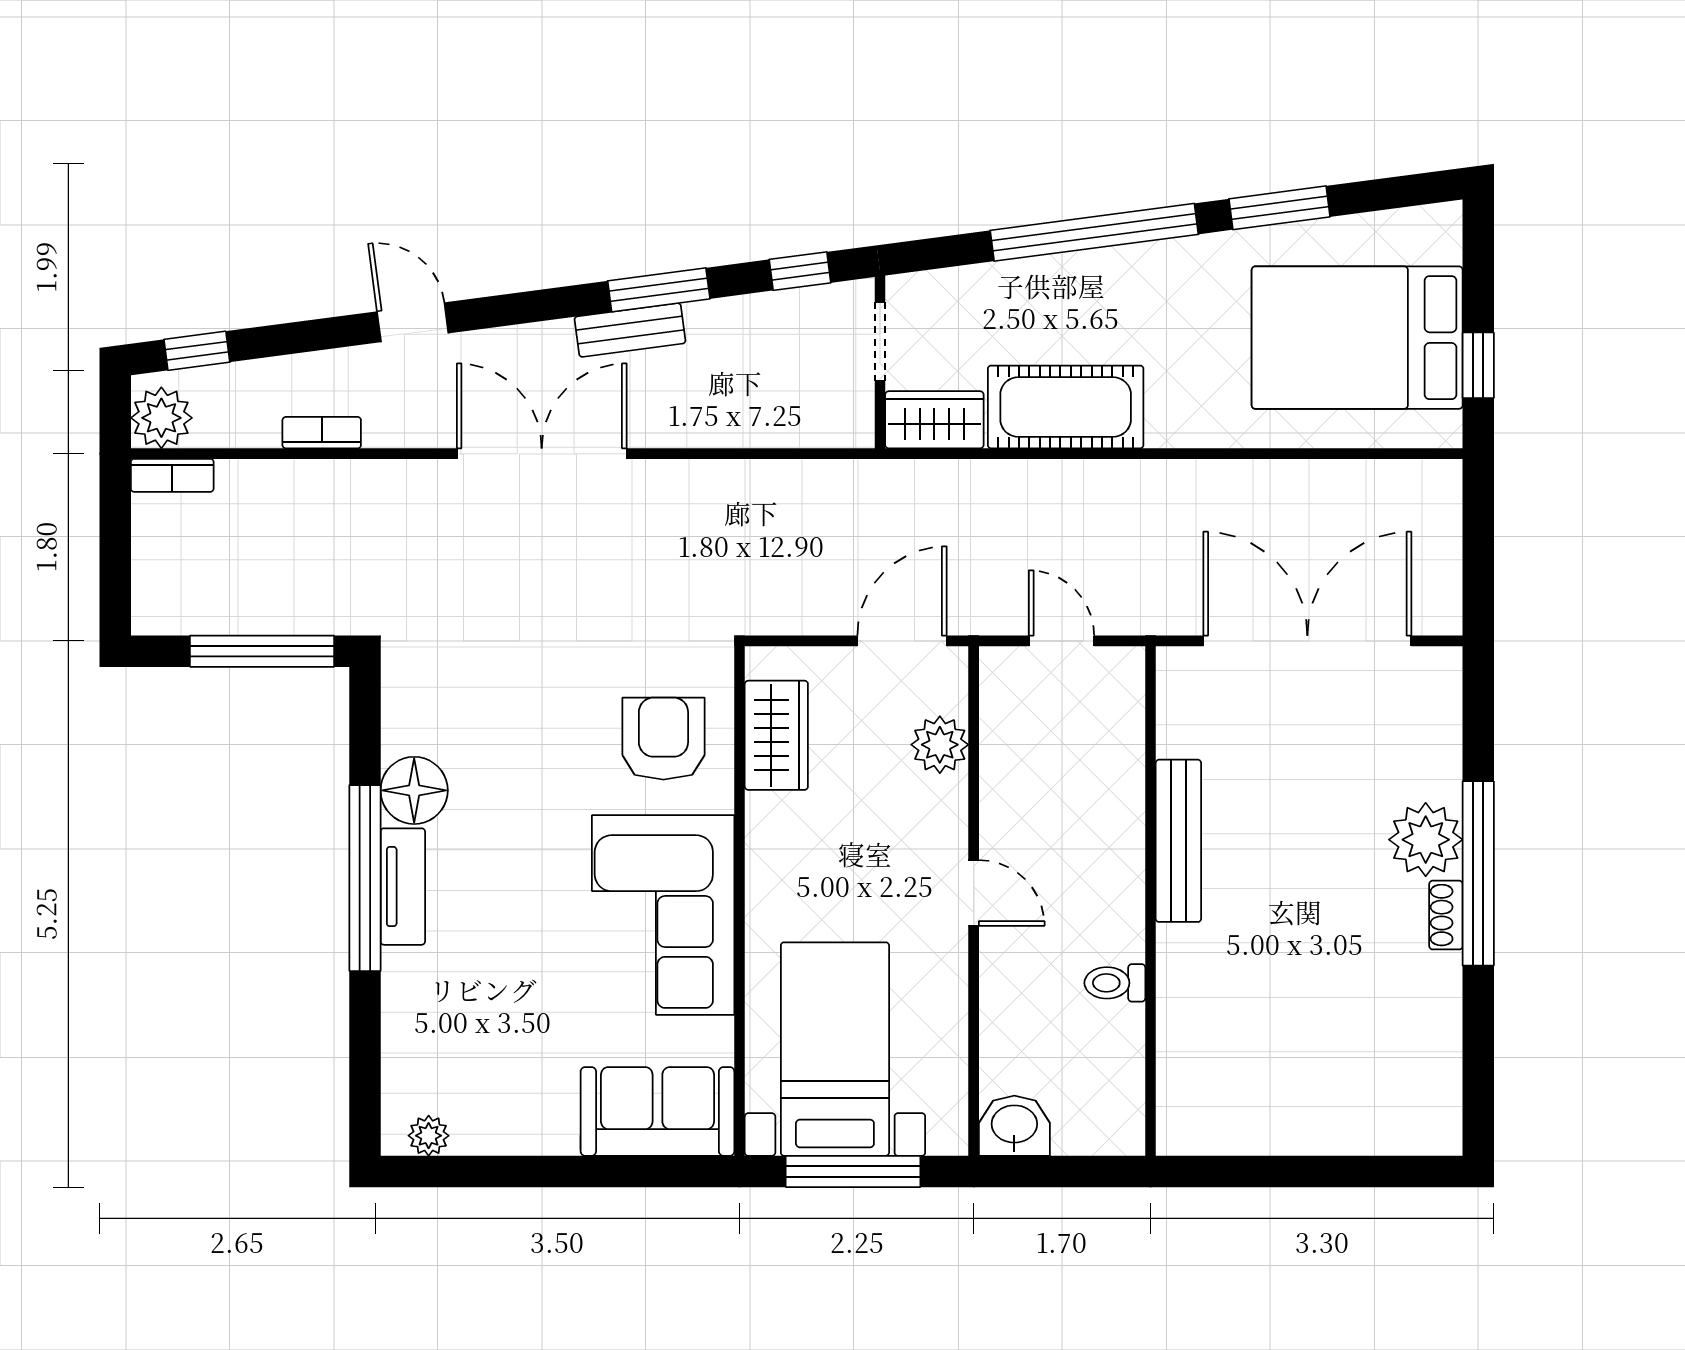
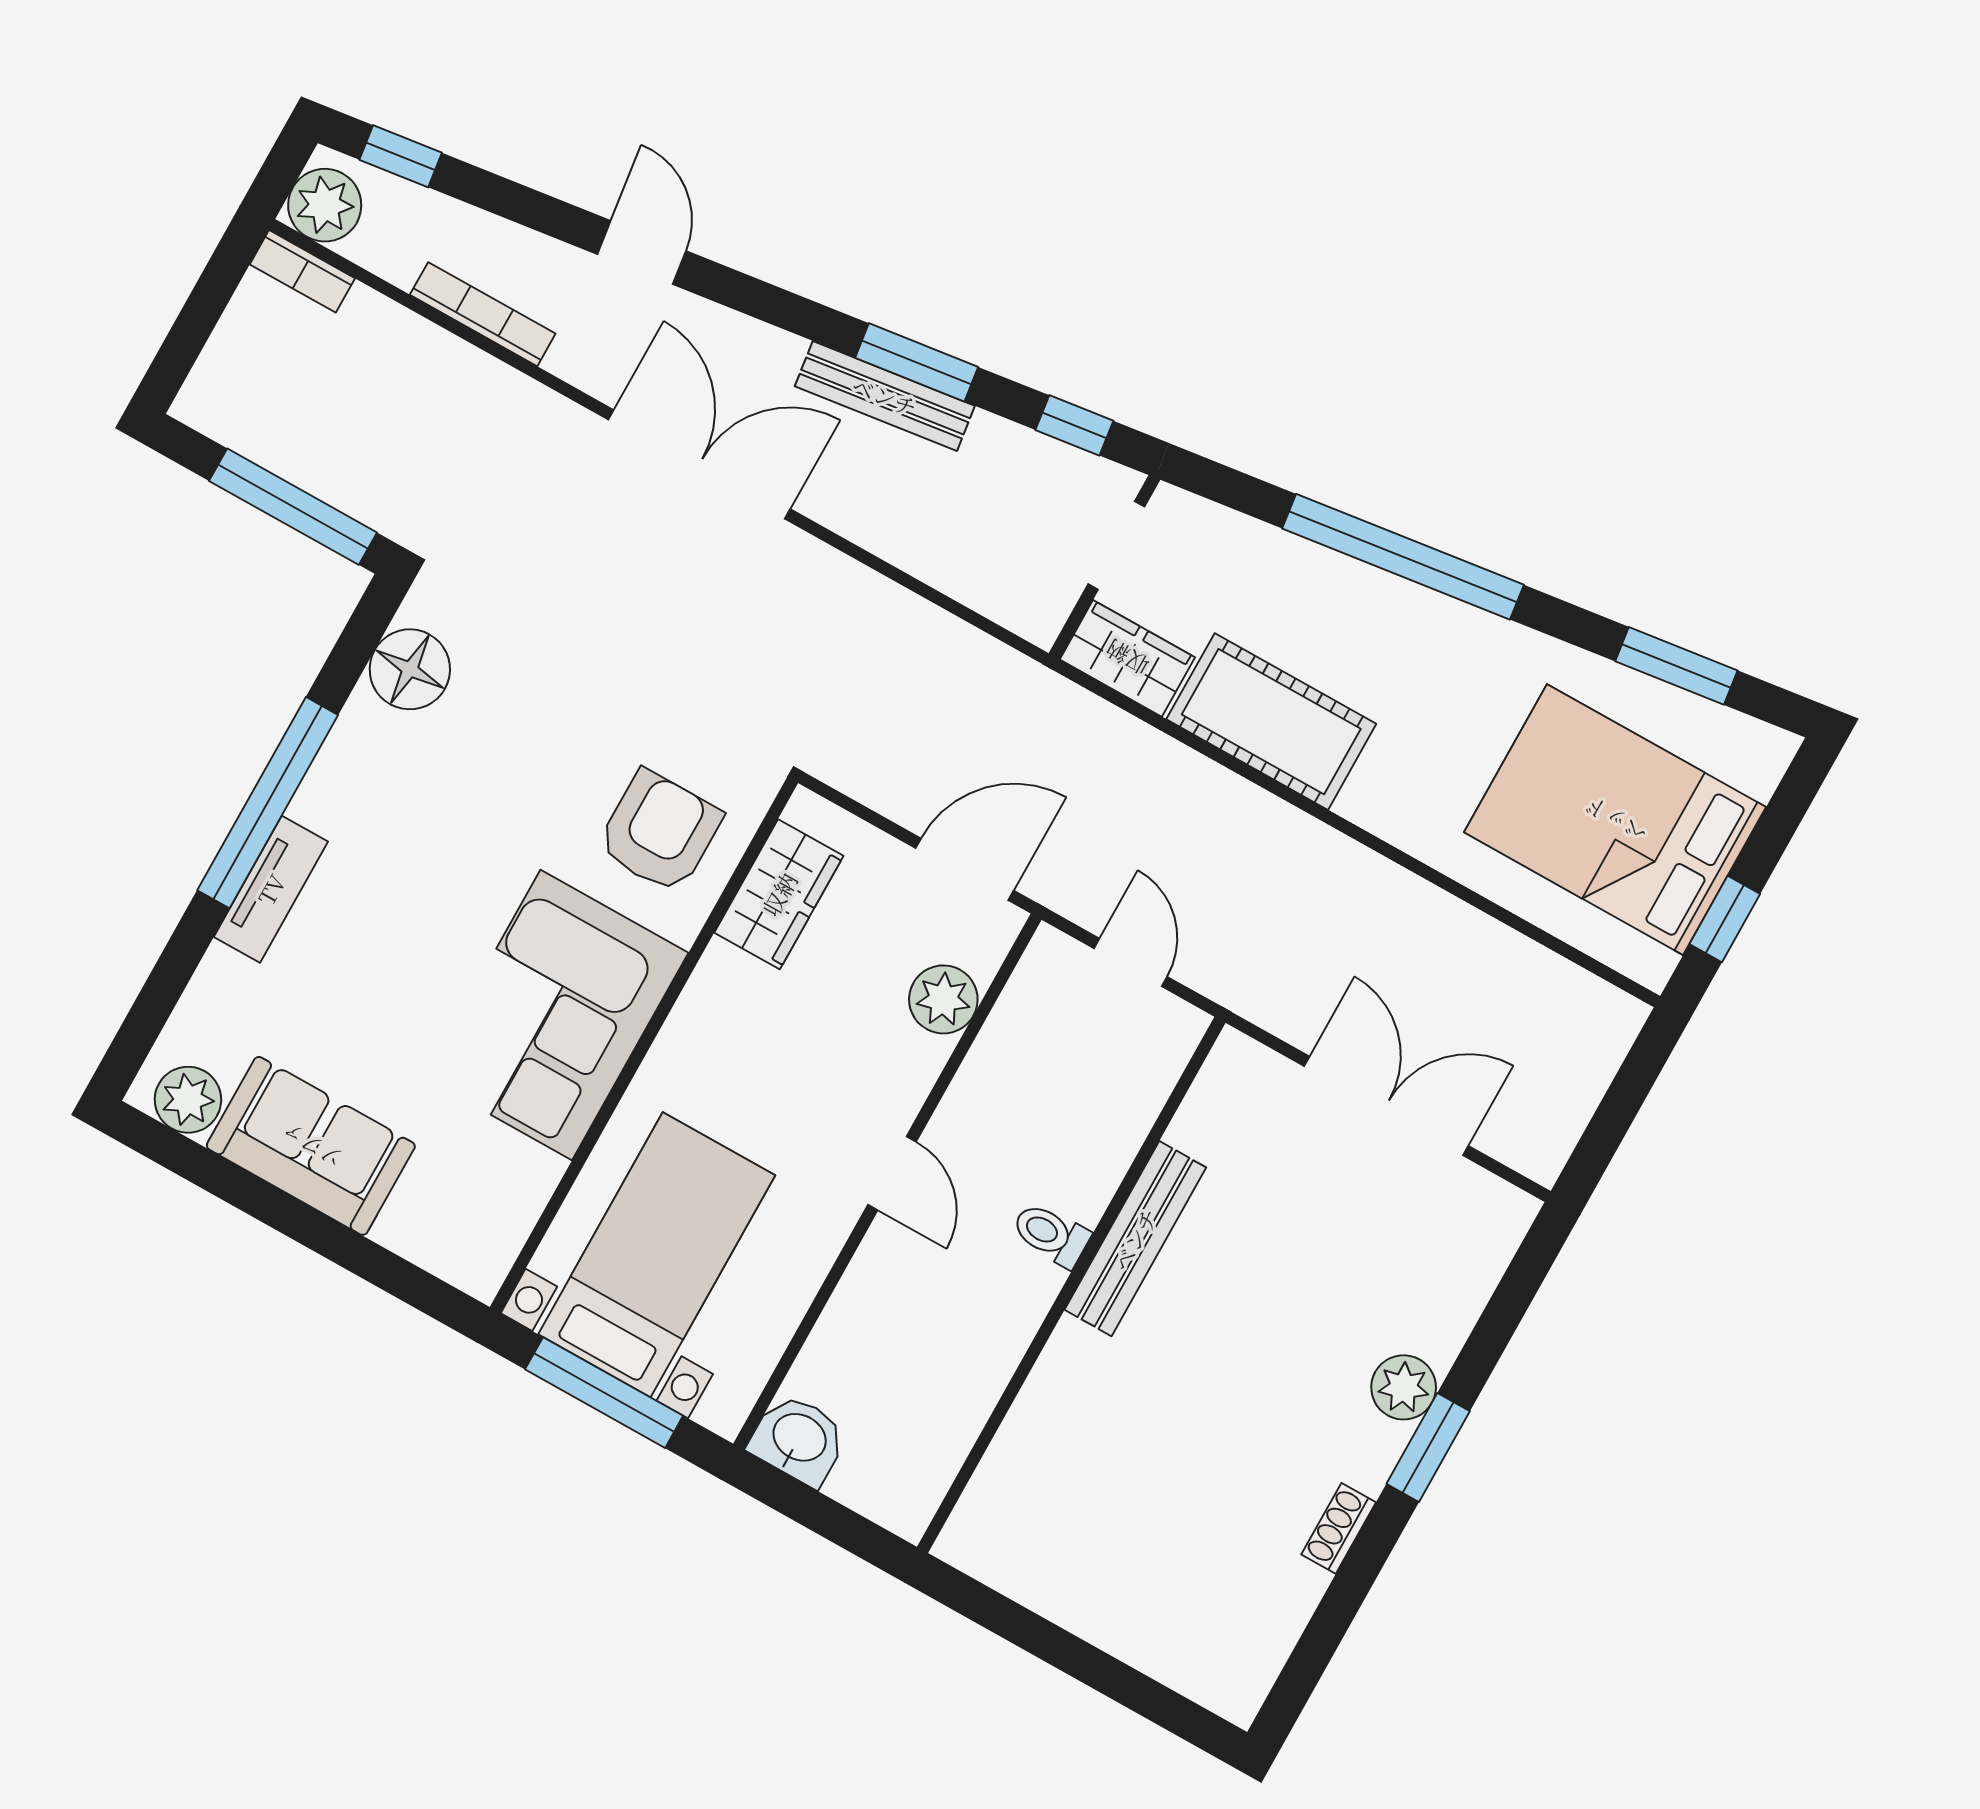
window: (1279, 208) -> (1676, 666), moved
bench: (630, 330) -> (885, 396), width x1.36
bookcase: (322, 433) -> (483, 314), width x1.56
double door: (1307, 641) -> (1386, 1106), width x0.73
floor lamp: (414, 790) -> (410, 669), moved
plant: (1426, 840) -> (1404, 1387), width x0.73, depth x0.73
window: (1478, 873) -> (1428, 1447), width x0.47
tv unit: (403, 887) -> (271, 889), moved
shoe rack: (1446, 915) -> (1339, 1528), moved
toilet: (1115, 983) -> (1051, 1234), moved
sofa: (657, 1111) -> (311, 1146), moved
plant: (429, 1136) -> (188, 1100), width x1.38, depth x1.38

